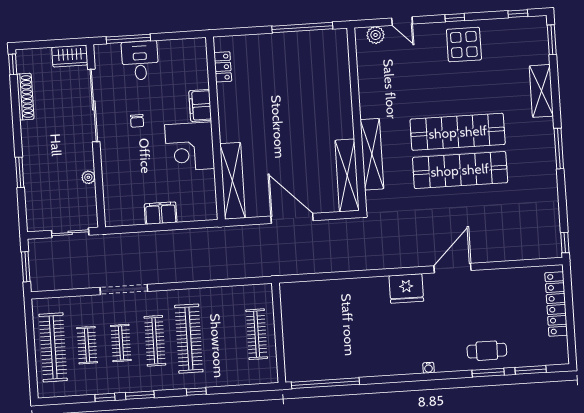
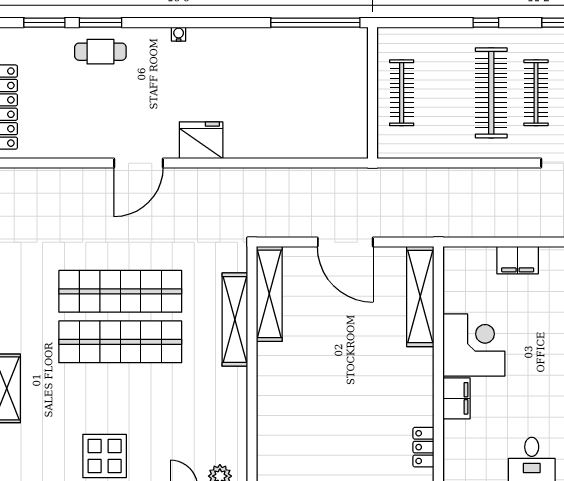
chair: (137, 121) -> (541, 383), removed

